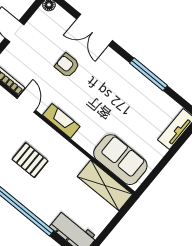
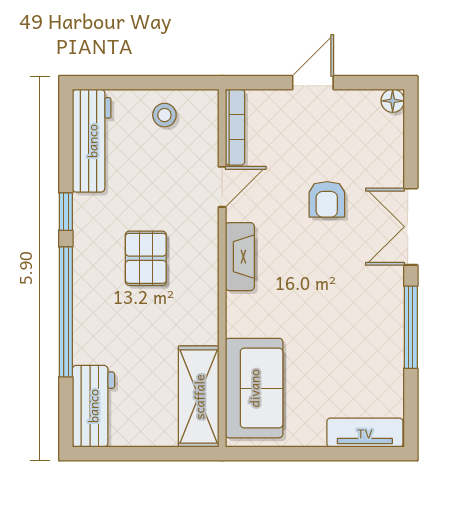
double door: (94, 30) -> (411, 227), moved
armchair: (67, 65) -> (327, 199), turned 180

